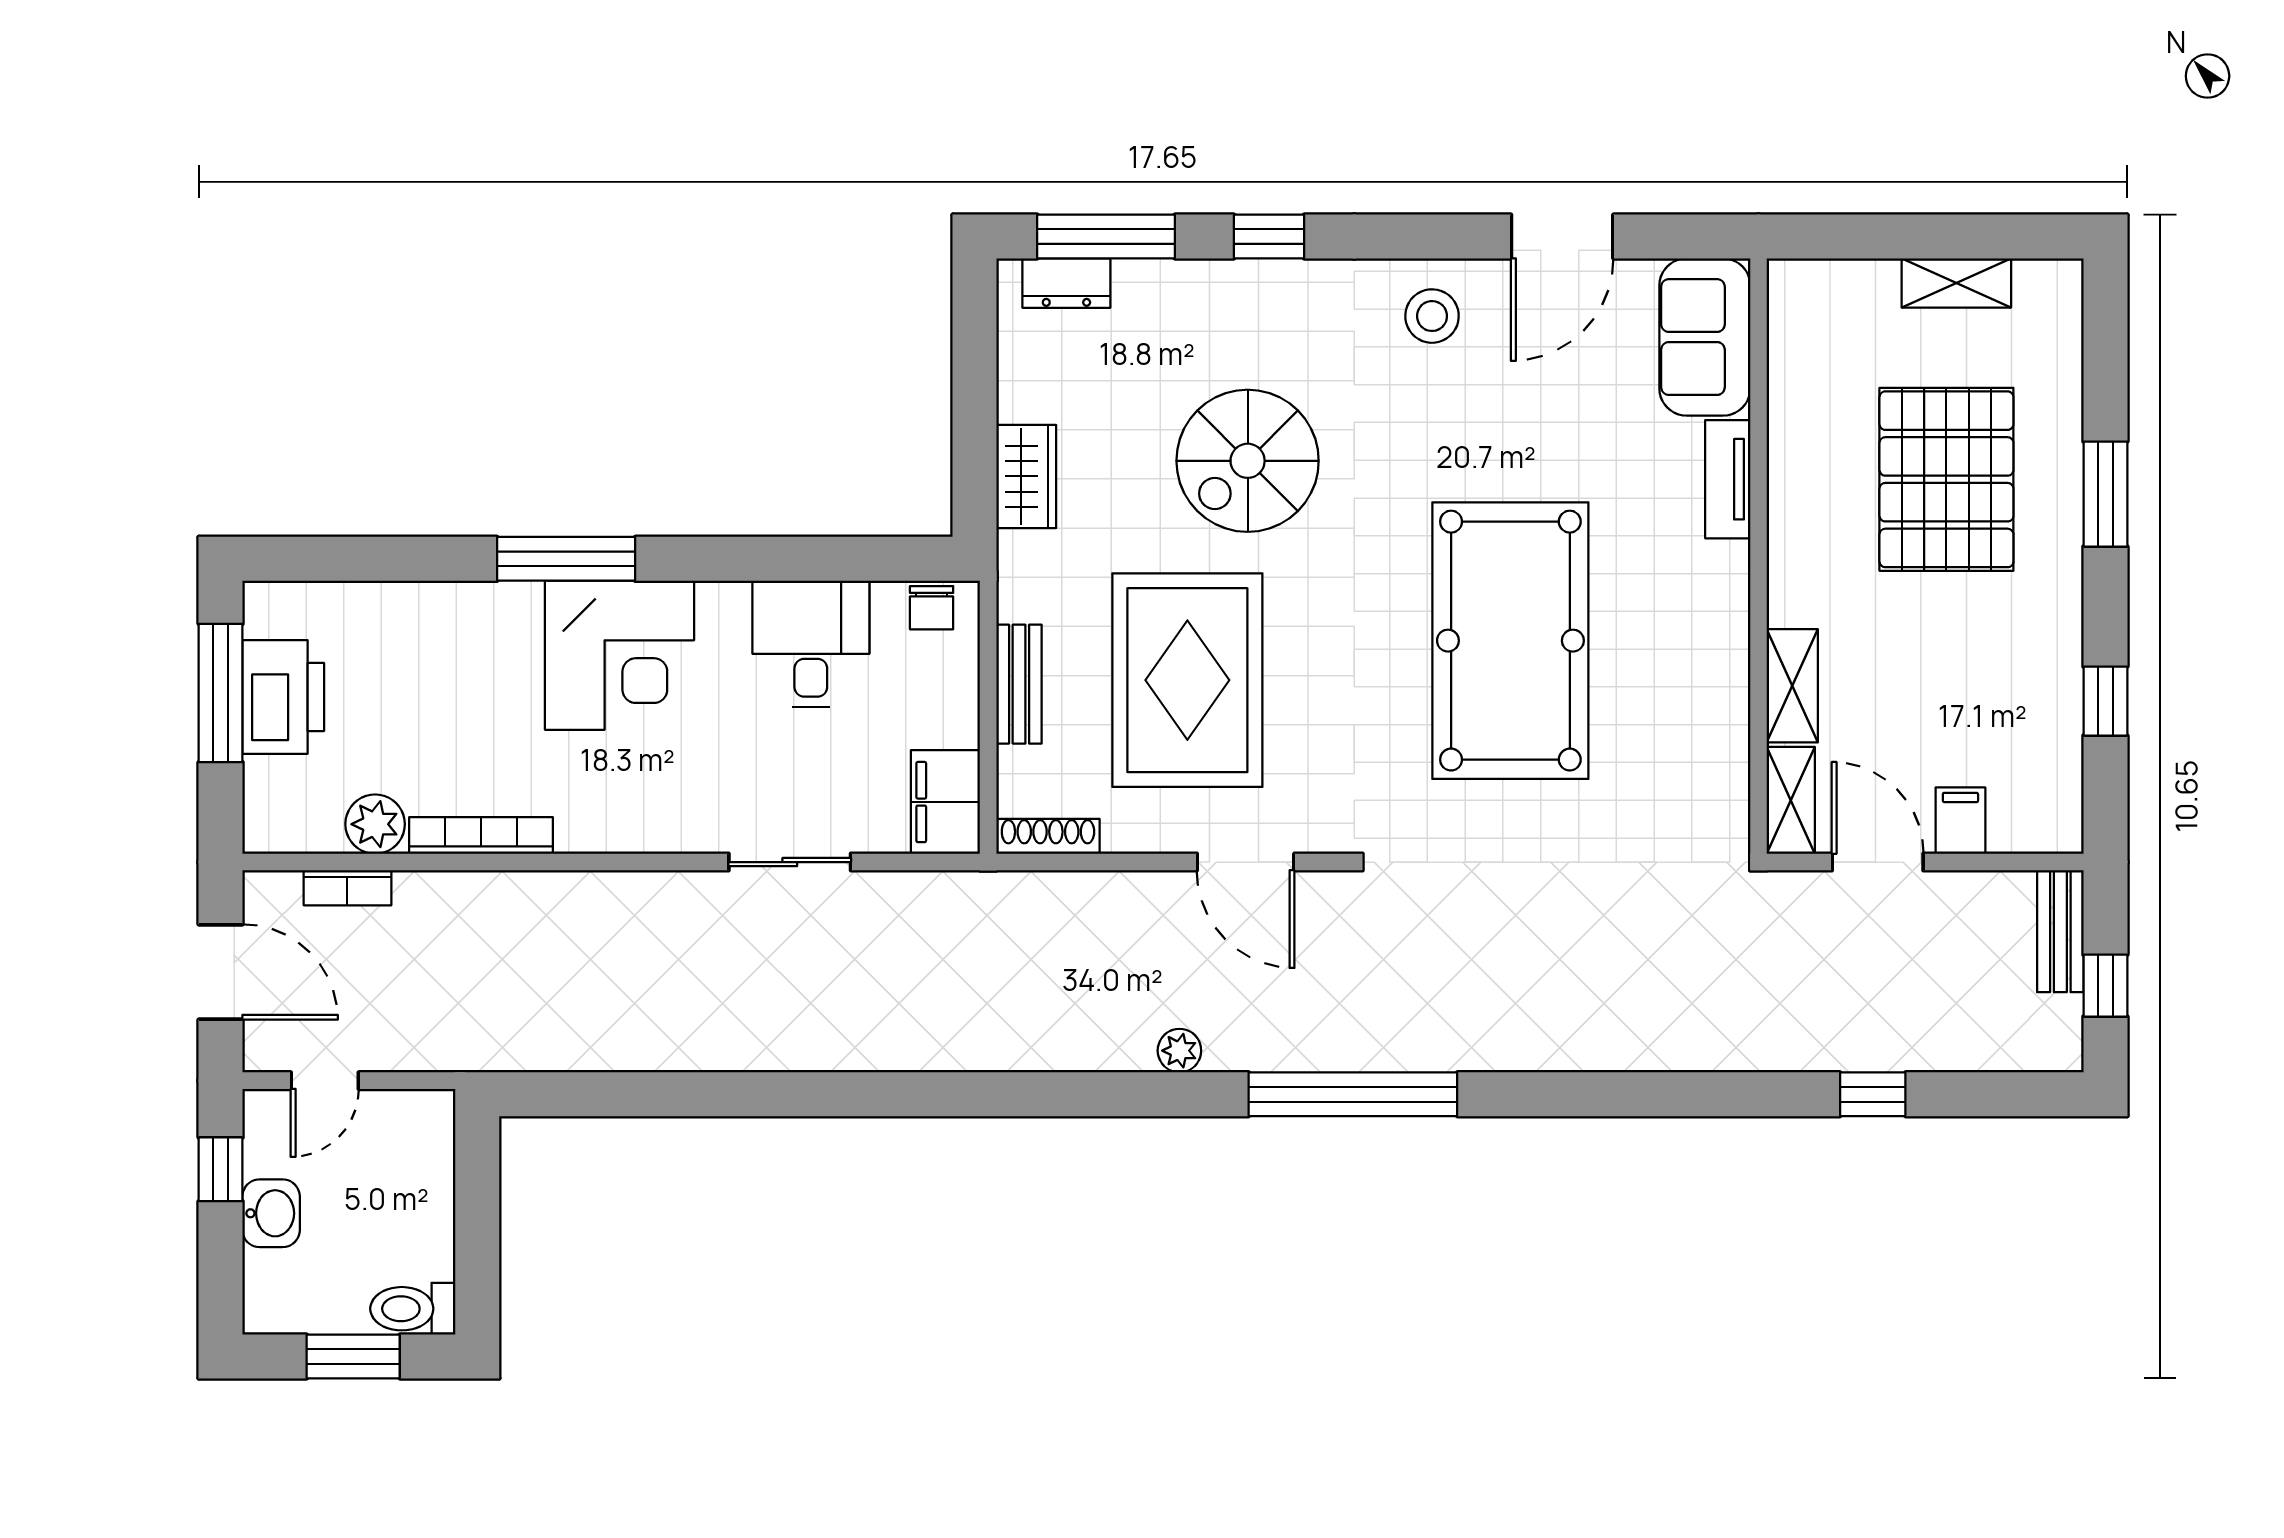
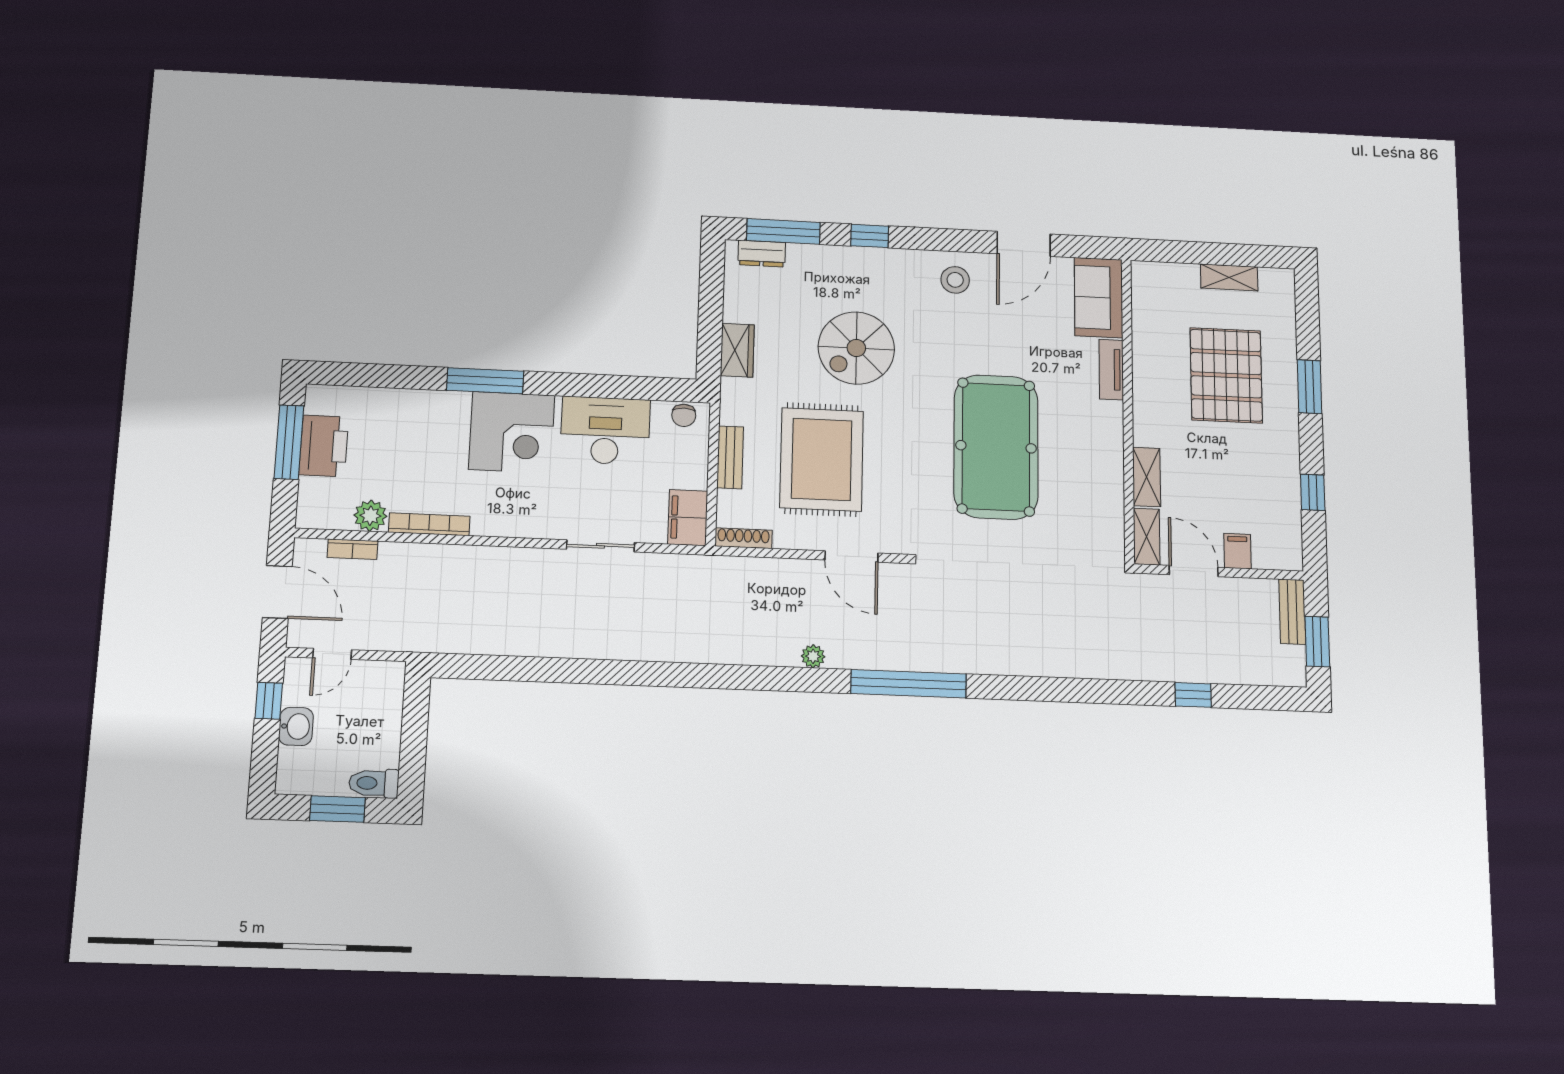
desk: (811, 644) -> (605, 431), width x1.37
window: (2105, 986) -> (1317, 642), width x1.50

